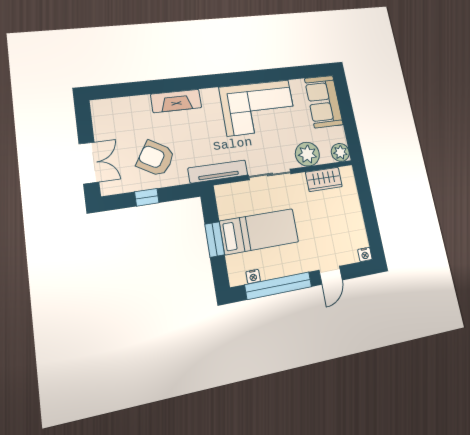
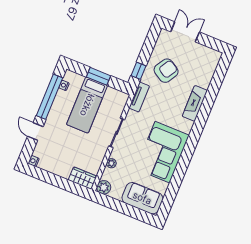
plant: (307, 154) -> (111, 163), width x0.53, depth x0.53
double door: (89, 163) -> (185, 32), swing flipped
tv unit: (218, 172) -> (139, 97), width x0.71
wardrobe: (324, 179) -> (83, 178), moved, turned 90
window: (147, 197) -> (139, 71), moved

